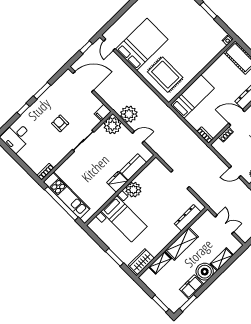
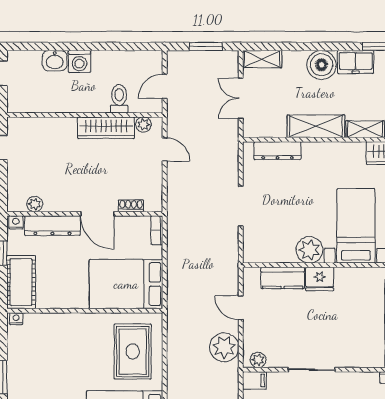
bed: (192, 97) -> (126, 284), width x1.50
plant: (112, 126) -> (258, 360), width x0.53, depth x0.53
shelving: (222, 259) -> (262, 59), moved

